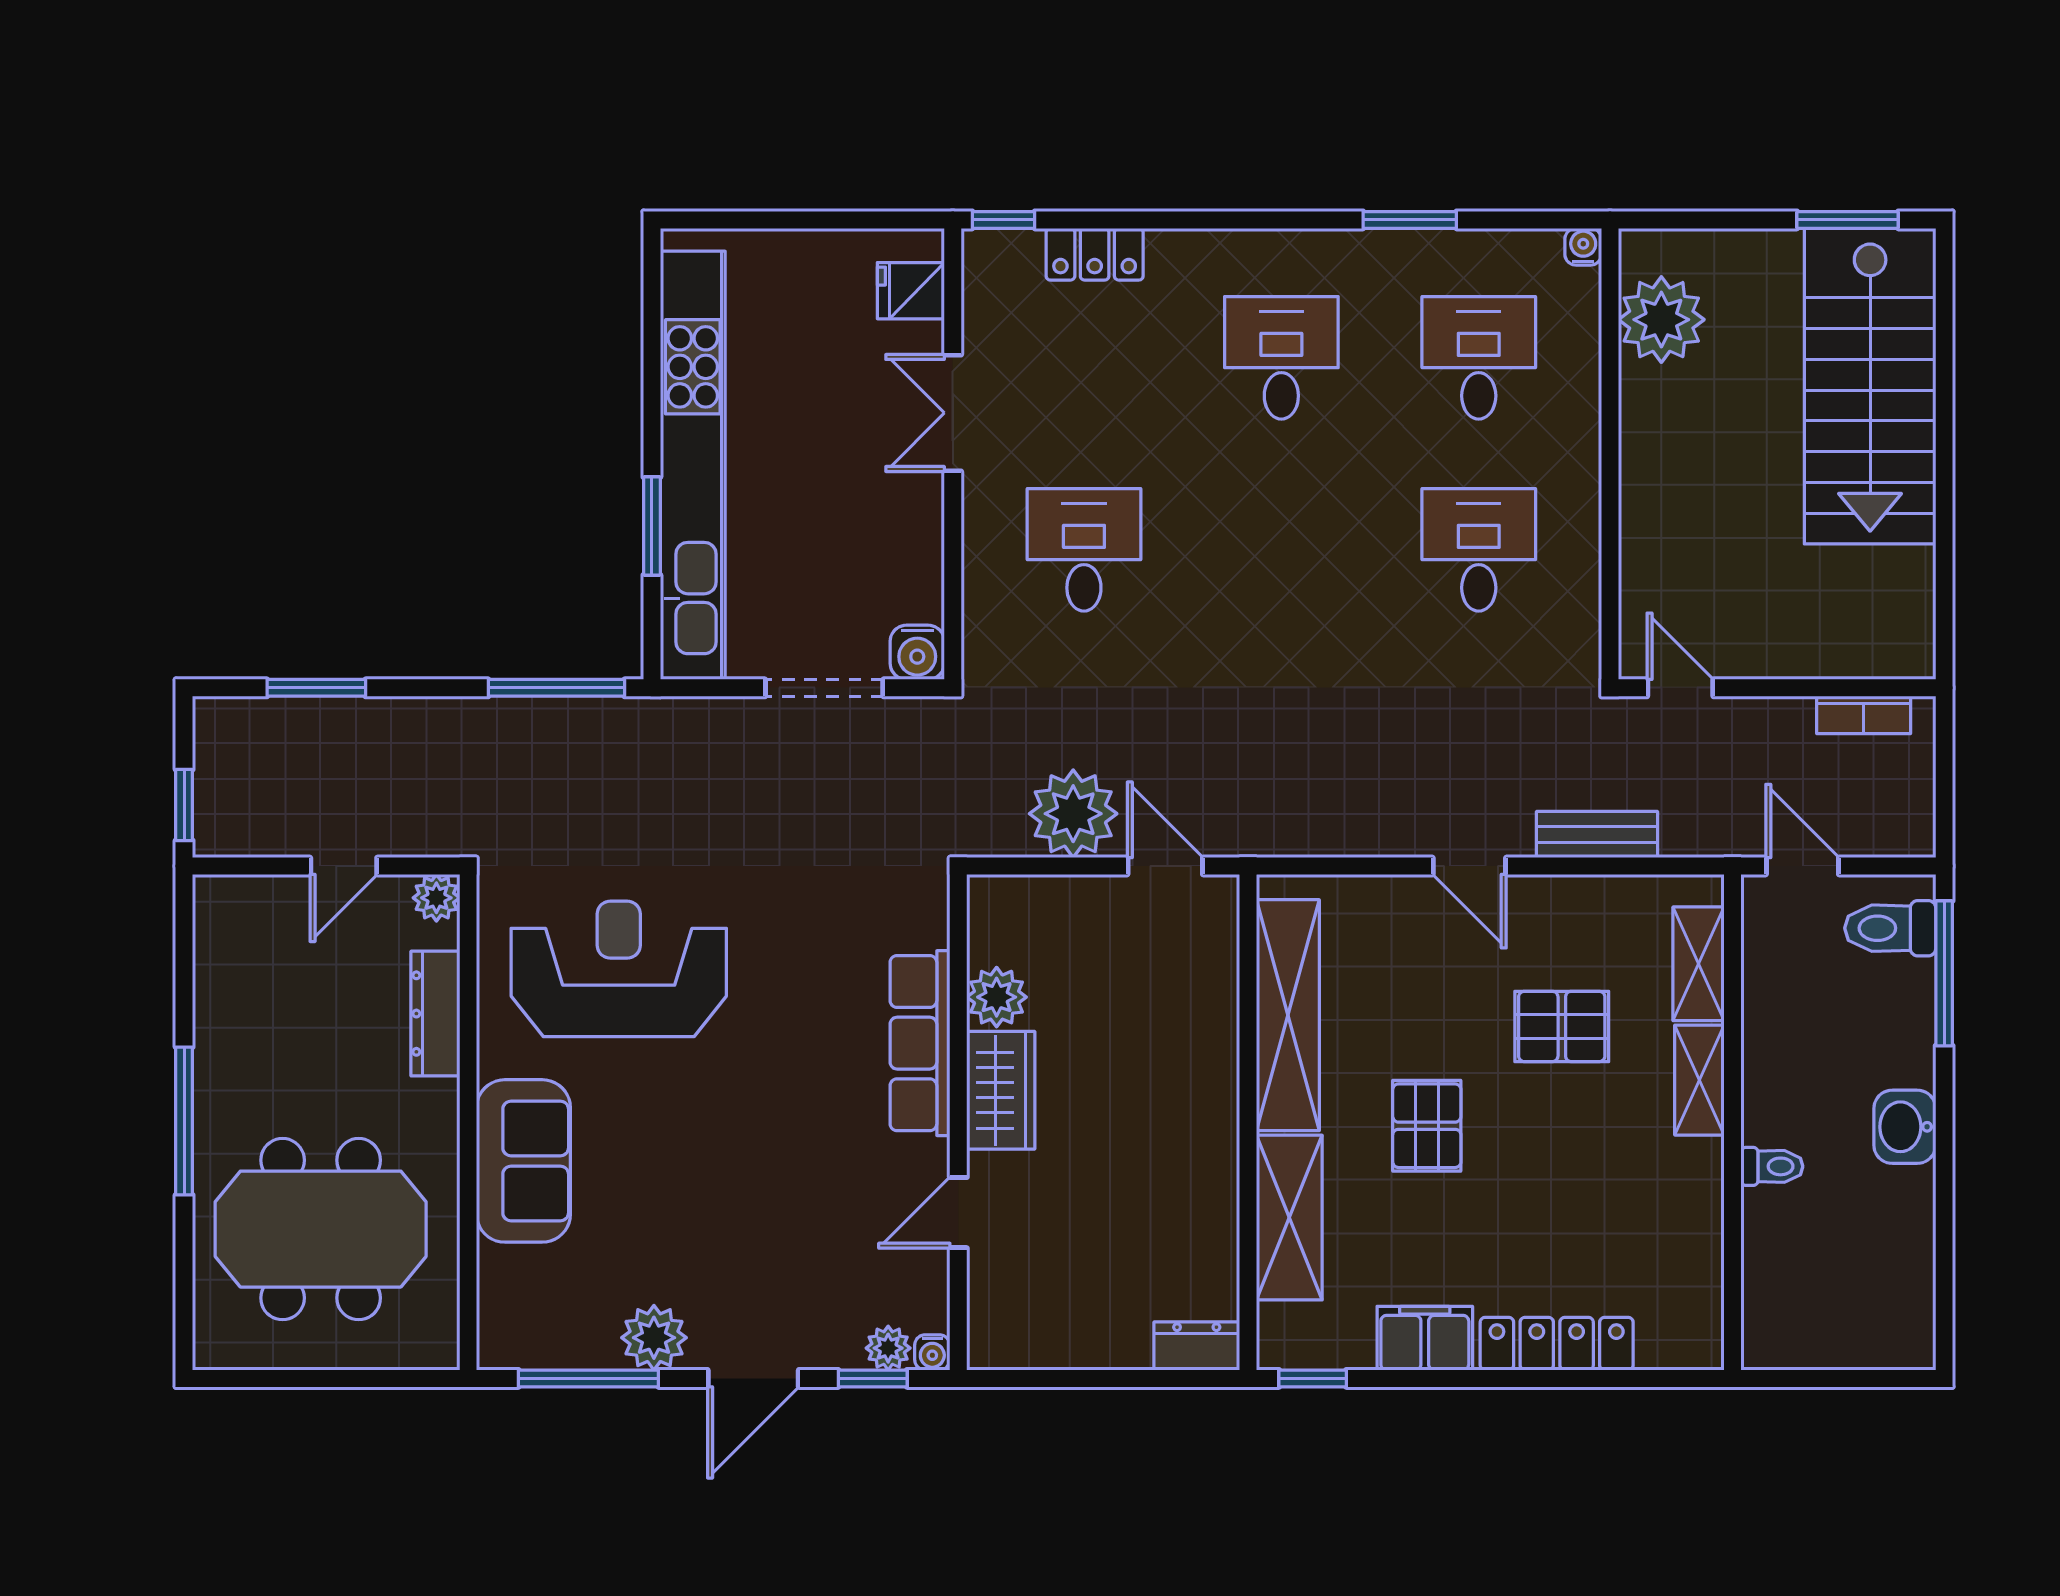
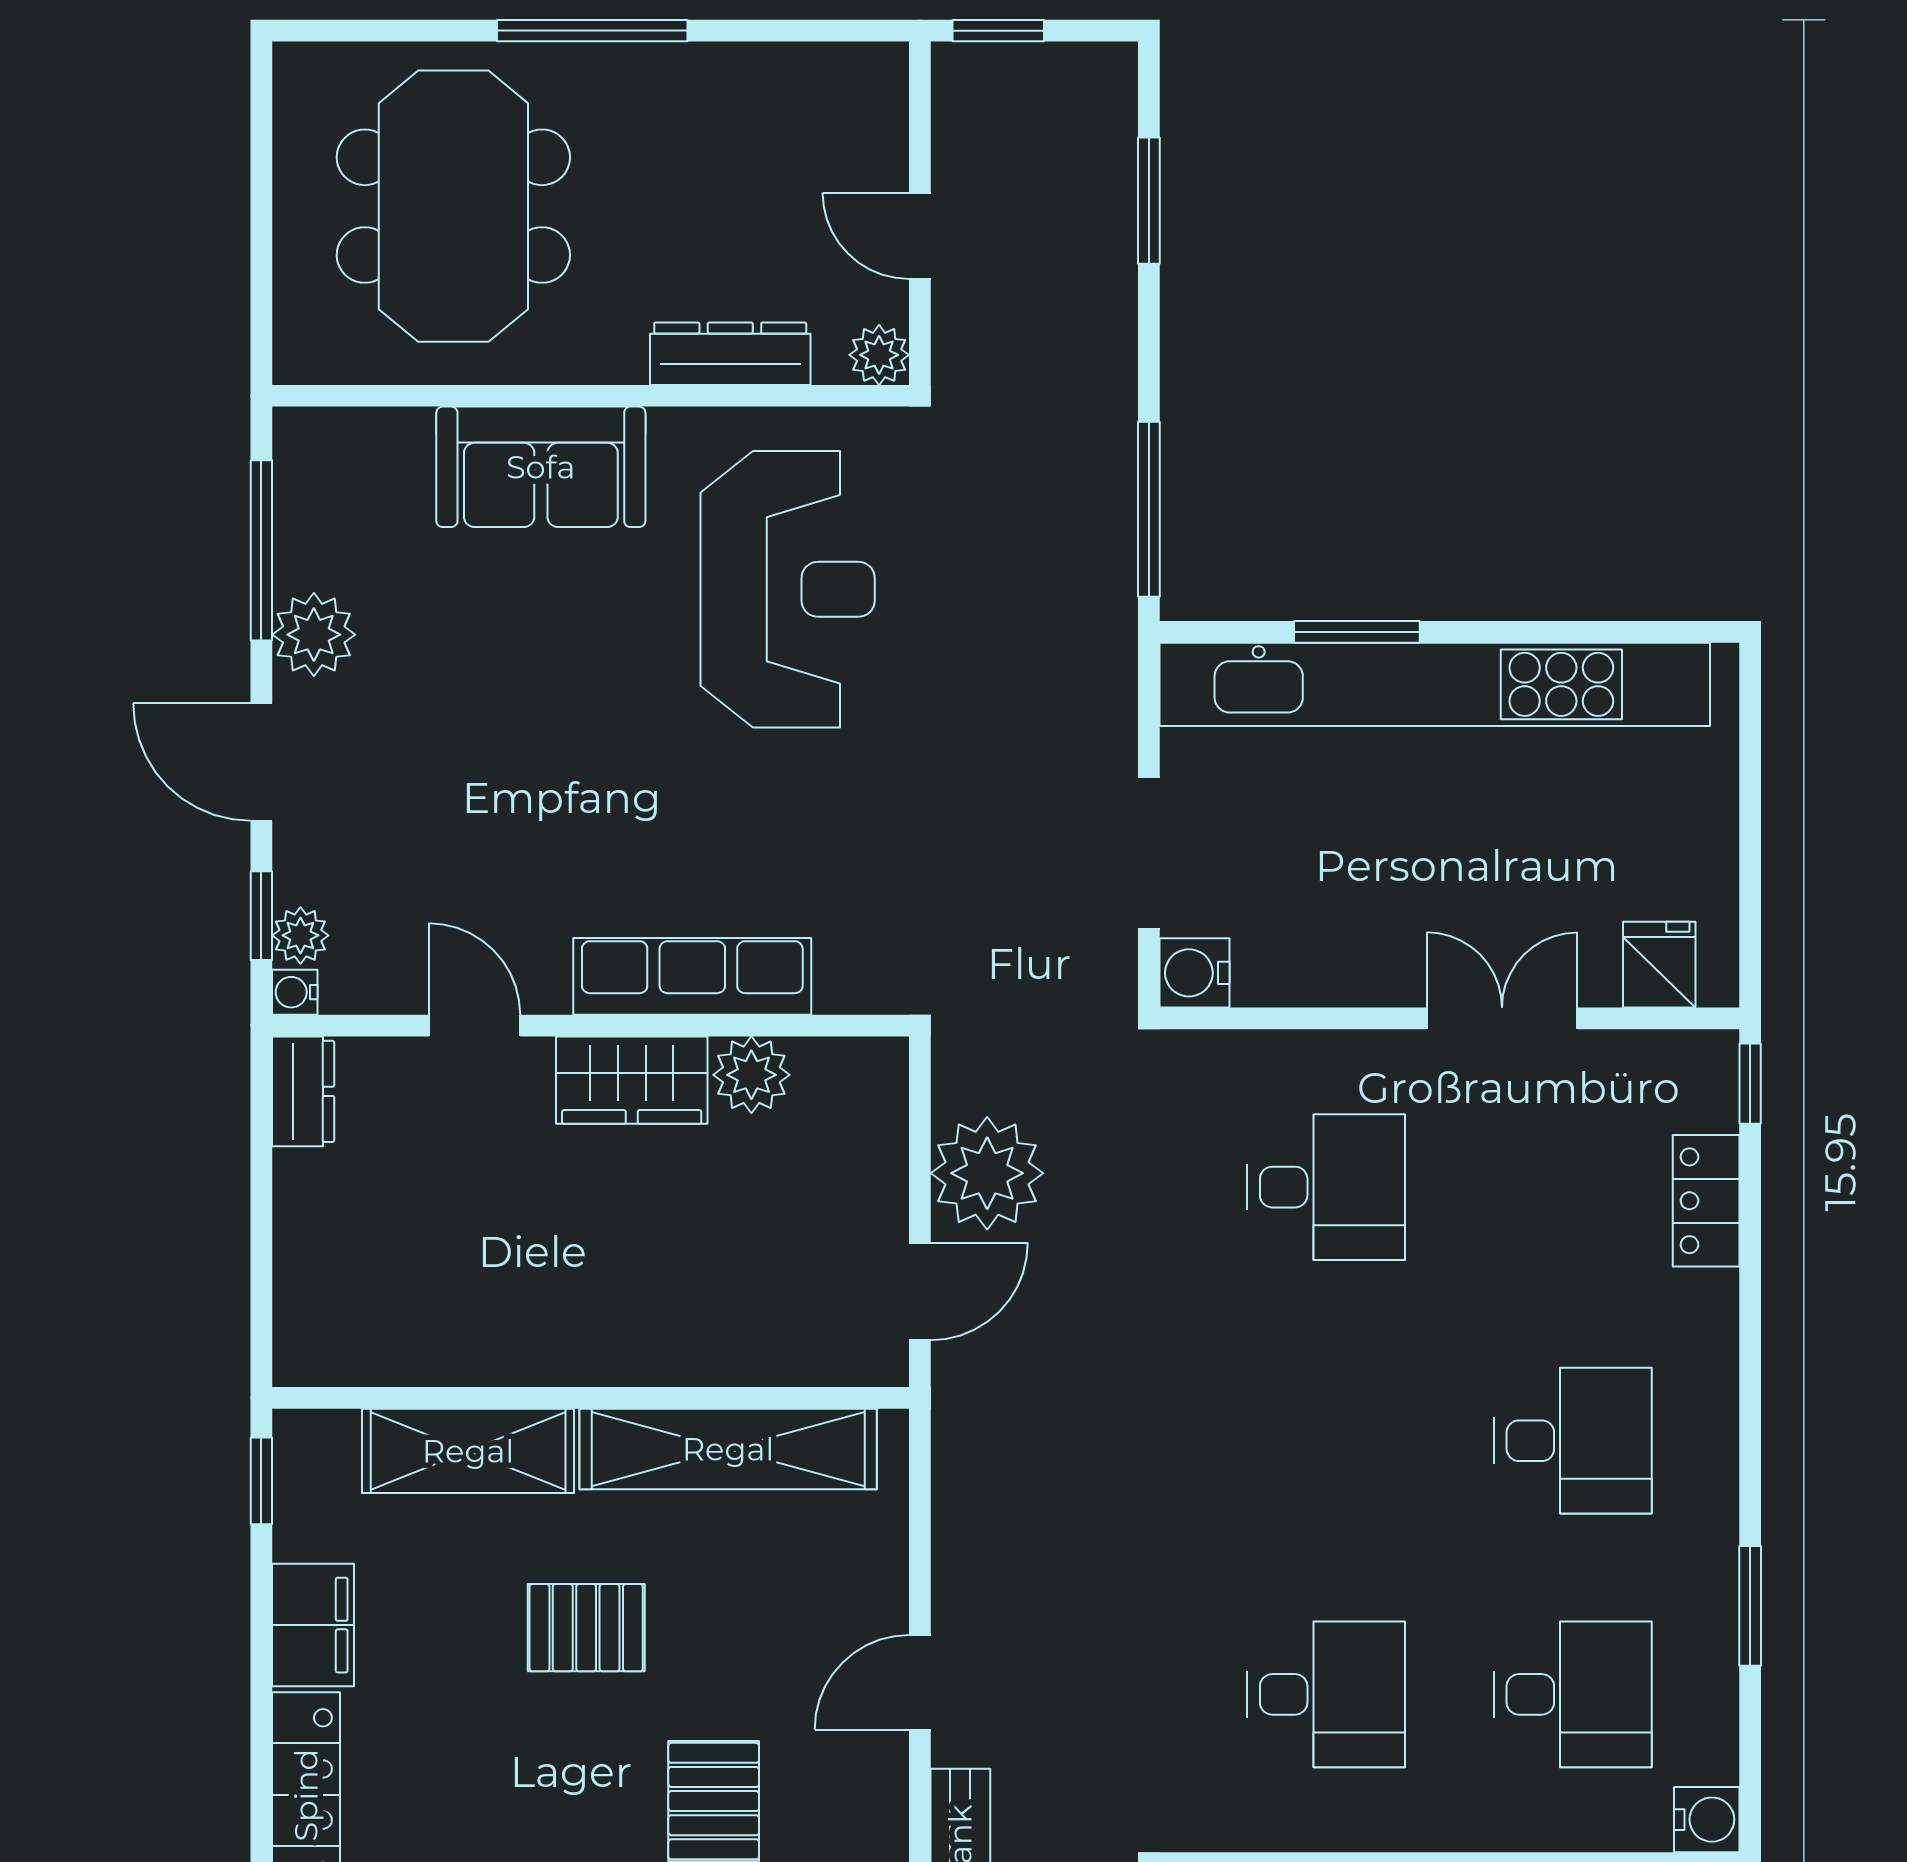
water cooler: (1583, 247) -> (1707, 1820), width x1.38, depth x1.38
dresser: (1197, 1346) -> (303, 1091), moved

